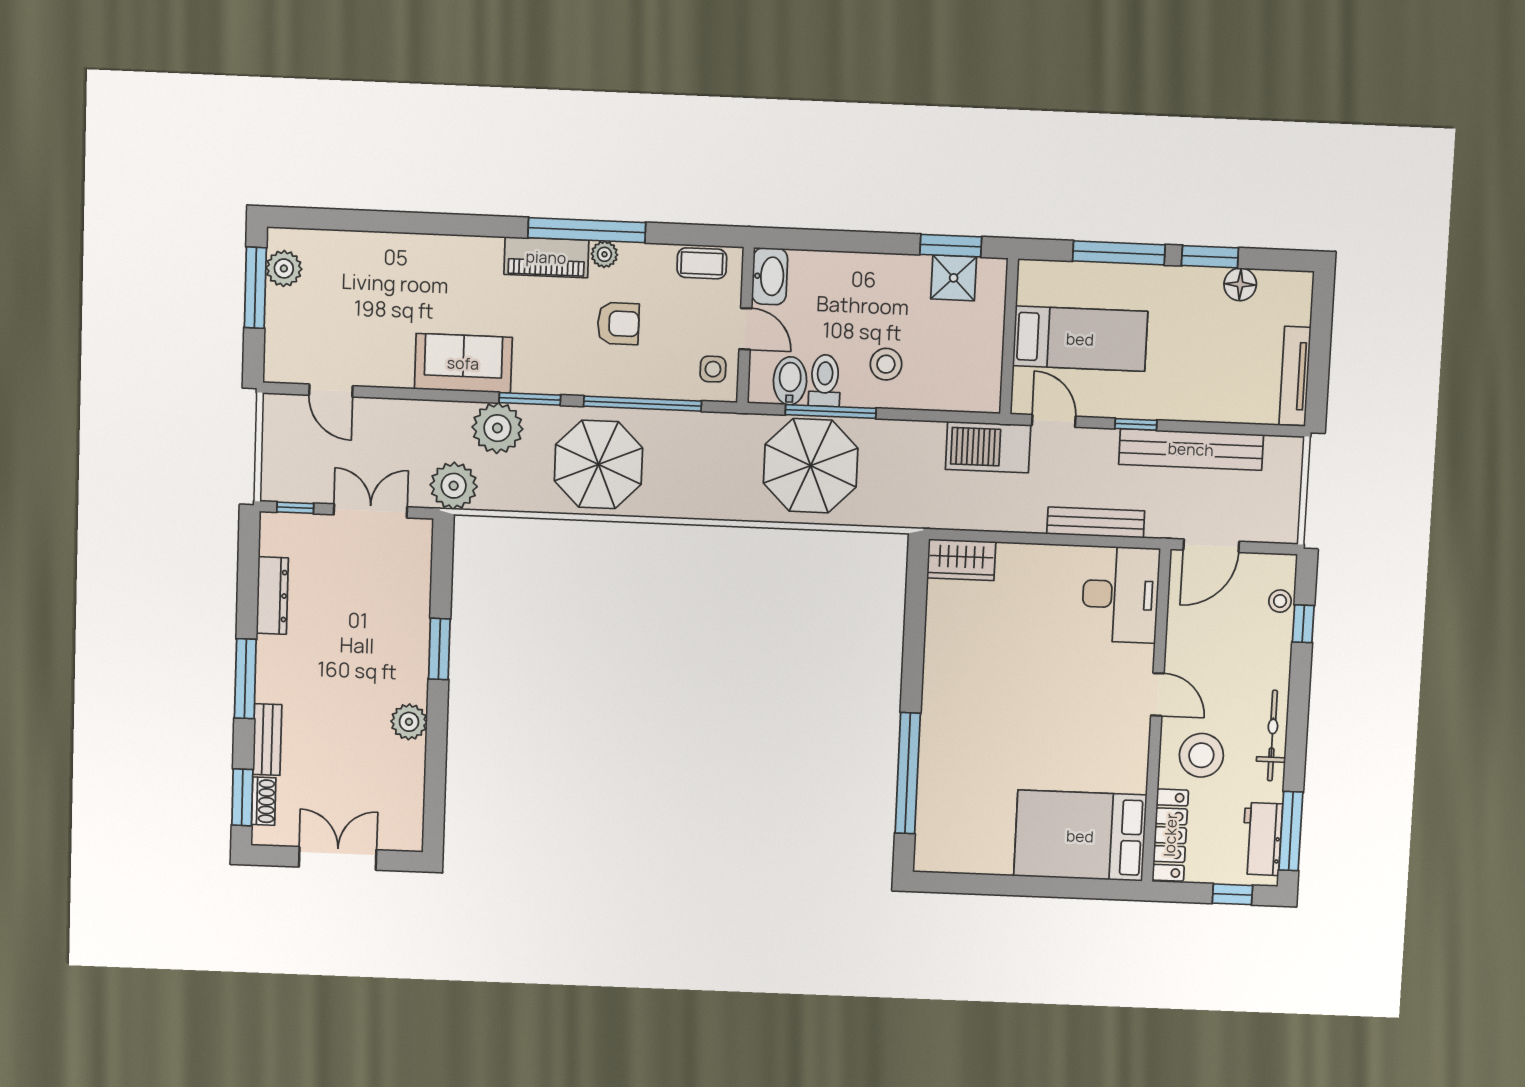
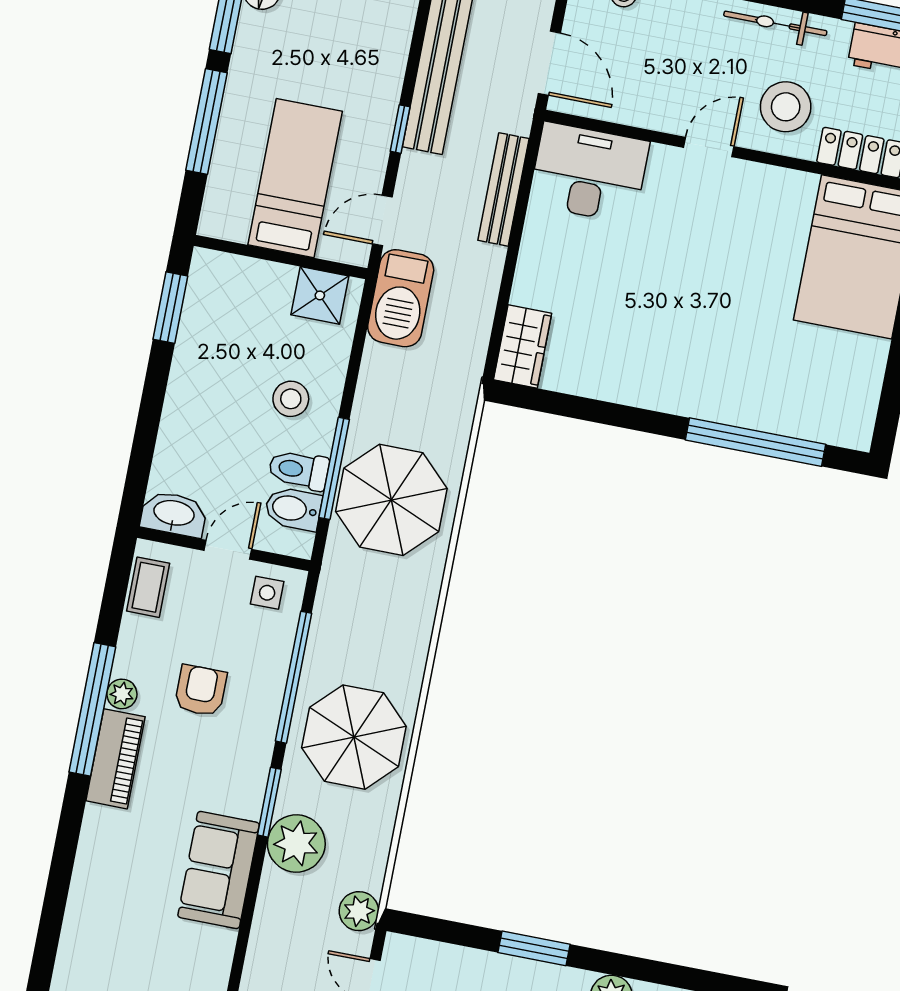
shower: (954, 278) -> (320, 295), moved
plant: (454, 486) -> (359, 911), width x0.73, depth x0.73

